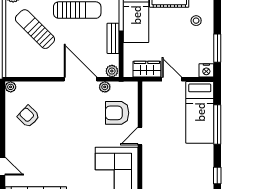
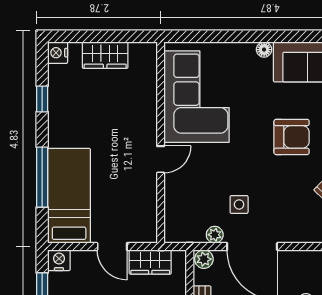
side table: (89, 107) -> (239, 204), added
armchair: (117, 113) -> (292, 137), moved

